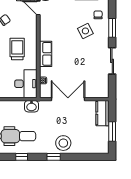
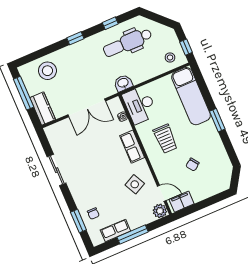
window: (112, 28) -> (78, 221), moved
side table: (85, 31) -> (135, 184), moved
window: (112, 132) -> (24, 93), width x1.44
stool: (63, 143) -> (47, 71), moved

